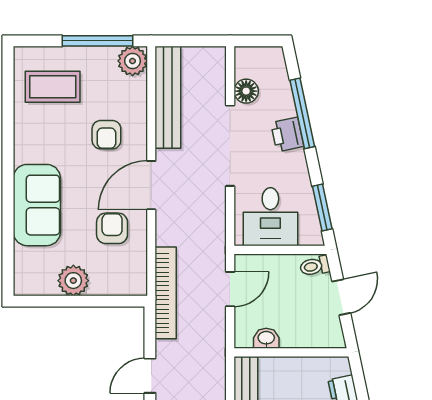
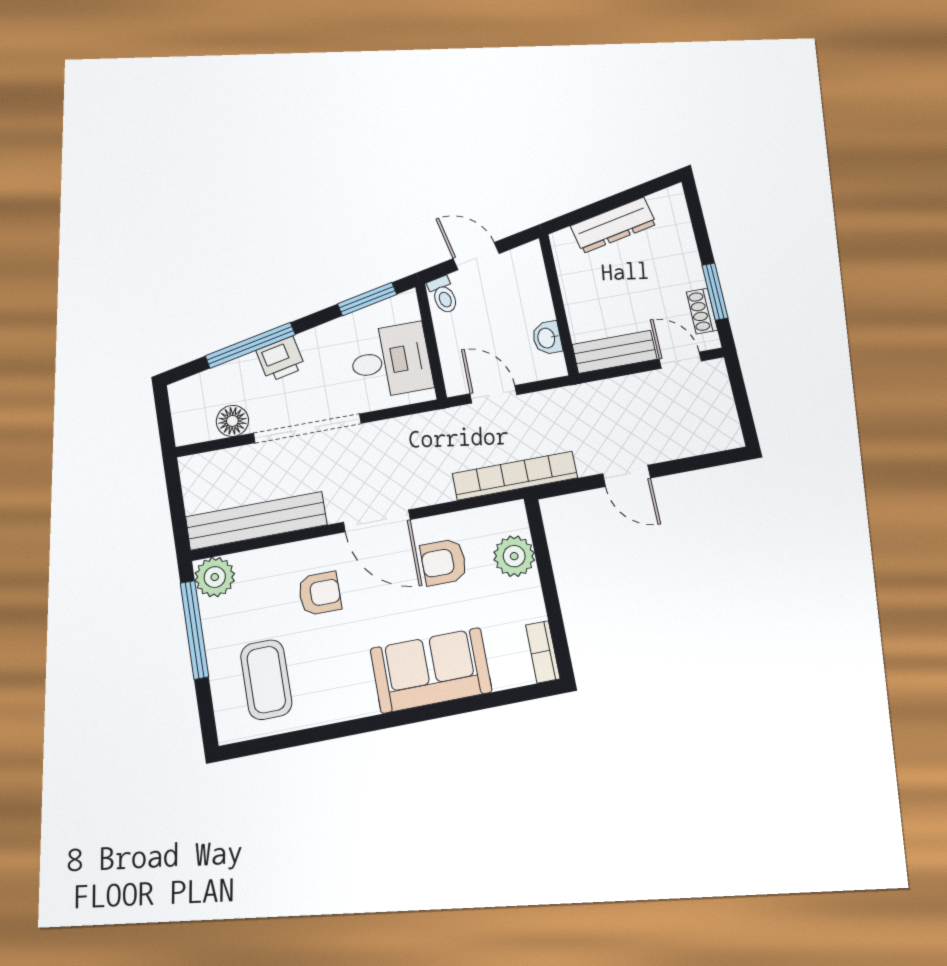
plant: (73, 281) -> (514, 556), moved
bookcase: (35, 287) -> (543, 652), added

